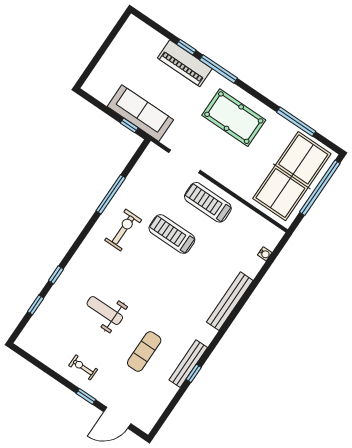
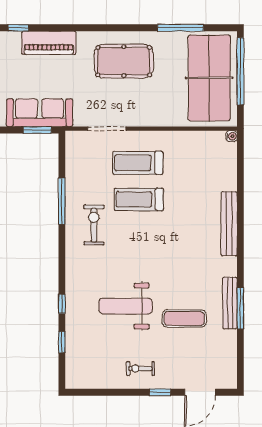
window: (186, 47) -> (18, 28), moved
window: (219, 69) -> (82, 28), removed
window: (129, 125) -> (37, 130), width x1.50
treadmill: (208, 202) -> (138, 163), moved
water cooler: (265, 254) -> (232, 136), moved
weight bench: (105, 311) -> (126, 306), width x1.36, depth x1.33
exercise mat: (144, 351) -> (184, 318), turned 90
window: (194, 373) -> (240, 308), width x2.17

